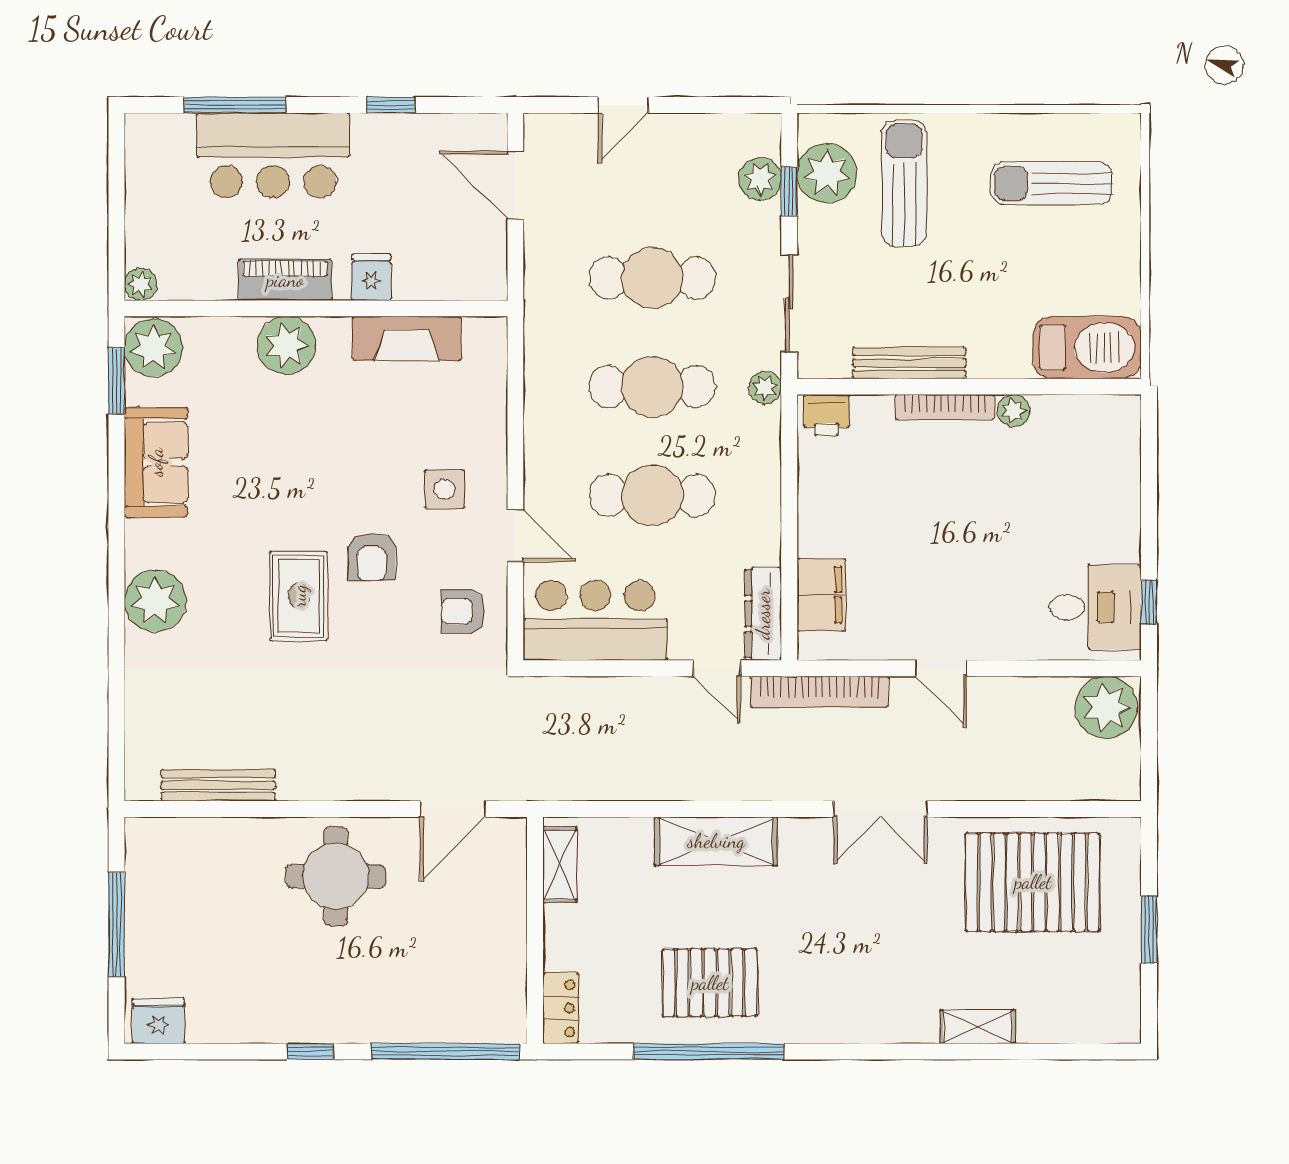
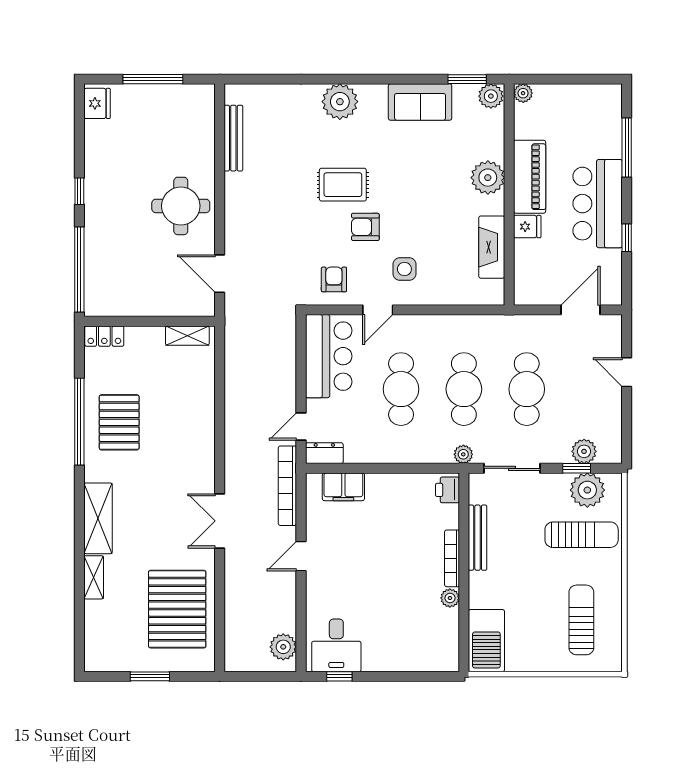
bar counter: (273, 155) -> (598, 204), moved
piano: (285, 280) -> (530, 177), width x1.37, depth x1.33
plant: (153, 348) -> (491, 96), width x0.73, depth x0.73
dresser: (763, 614) -> (324, 453), width x0.70
plant: (1106, 707) -> (283, 647), width x0.73, depth x0.73
shelving: (716, 841) -> (98, 518), moved

